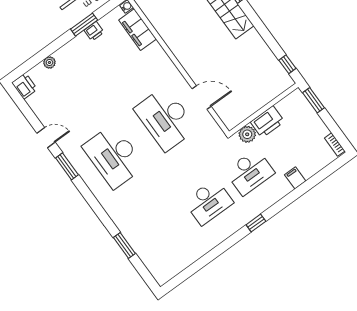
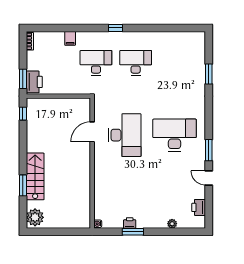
filing cabinet: (138, 30) -> (101, 204), removed
printer: (25, 86) -> (199, 207), moved
door: (202, 98) -> (92, 132), hinge flipped
printer: (267, 122) -> (34, 82), moved, turned 90
plant: (247, 134) -> (80, 88), removed
desk: (114, 156) -> (174, 135), turned -90

